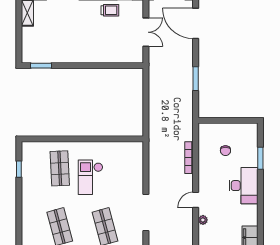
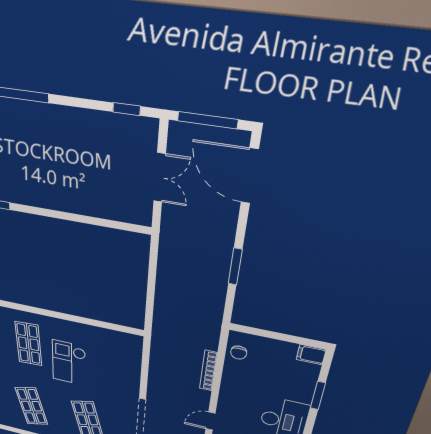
trolley: (110, 10) -> (100, 130), removed
filing cabinet: (250, 129) -> (311, 355), added
chair: (225, 151) -> (239, 353), moved

